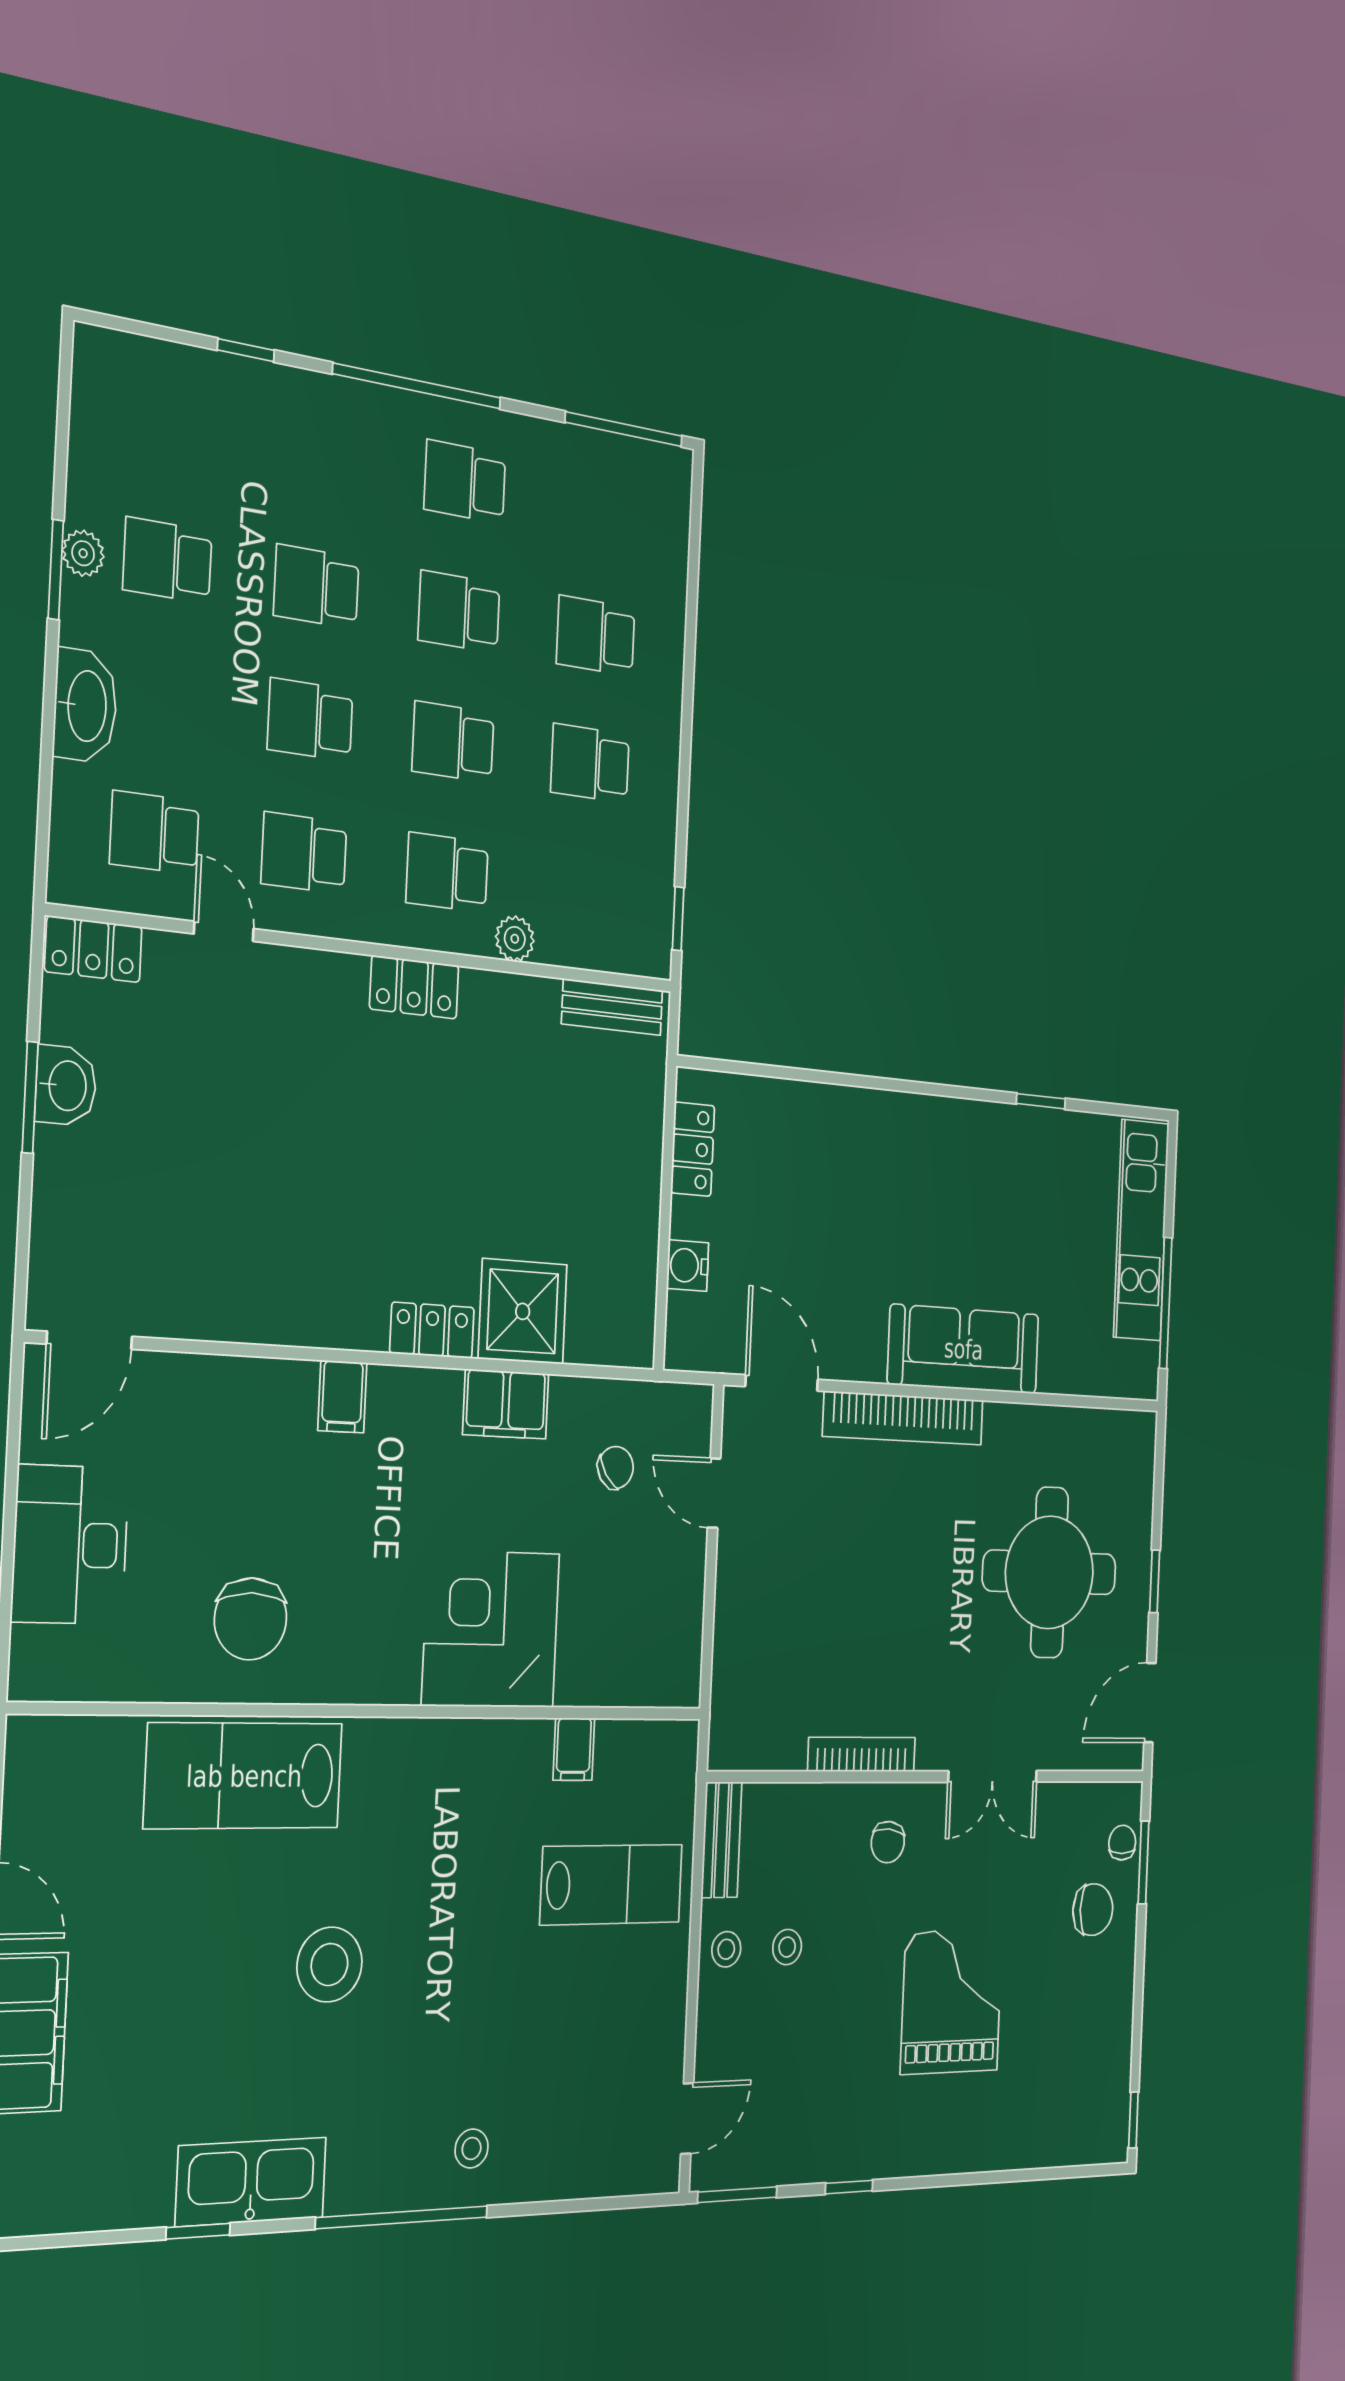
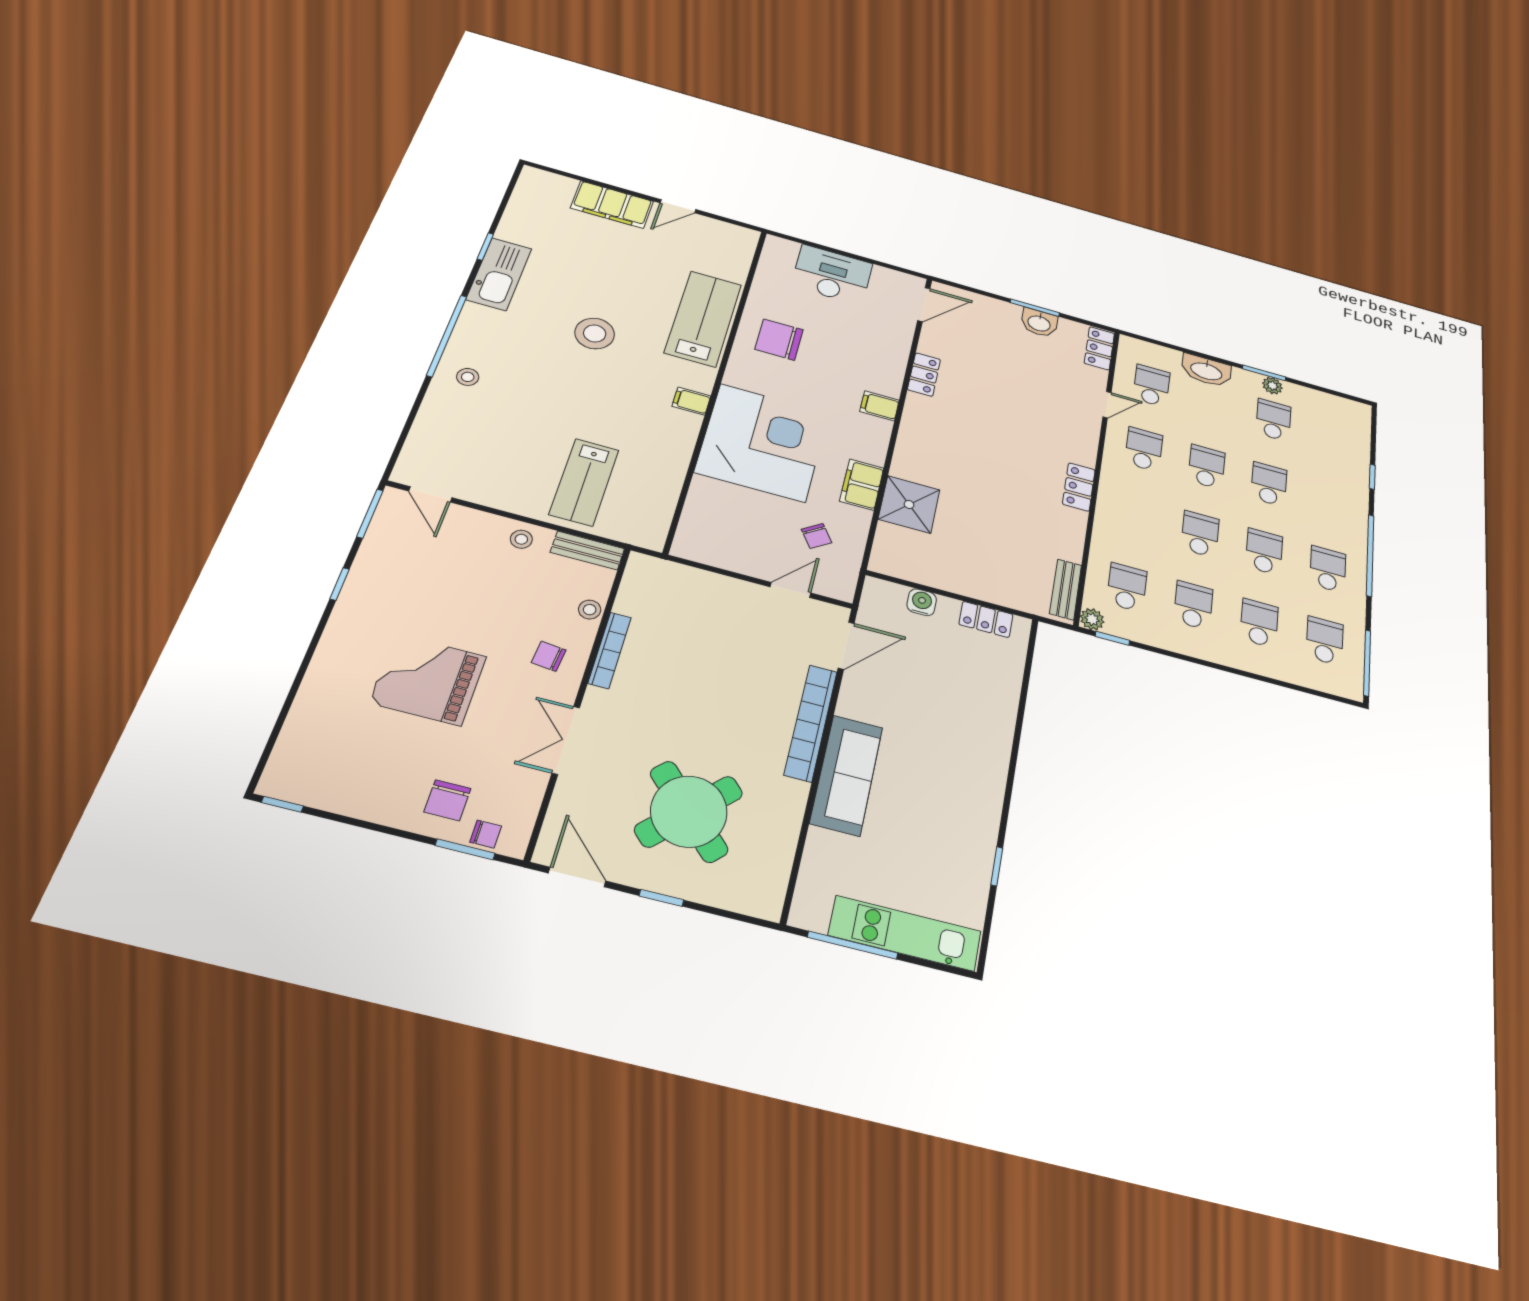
school desk: (601, 509) -> (1325, 641), added
school desk: (447, 873) -> (1127, 587), moved
plant: (515, 939) -> (1092, 619), moved
locker: (432, 1330) -> (924, 374), moved
door: (89, 1340) -> (924, 305), swing flipped
round table: (1049, 1572) -> (689, 811), turned 45
corner desk: (491, 1629) -> (762, 442), width x1.36, depth x1.36
filing cabinet: (574, 1749) -> (691, 401), moved
stool: (787, 1947) -> (590, 610), moved
grand piano: (952, 2001) -> (428, 679), turned 180

